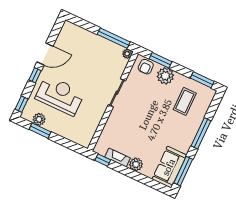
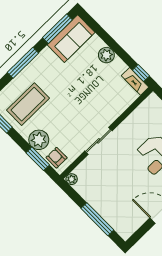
window: (114, 38) -> (97, 219), moved
armchair: (146, 67) -> (57, 158), turned -89
coffee table: (185, 101) -> (28, 104), width x1.36, depth x1.32
fireplace: (118, 158) -> (135, 81), moved

